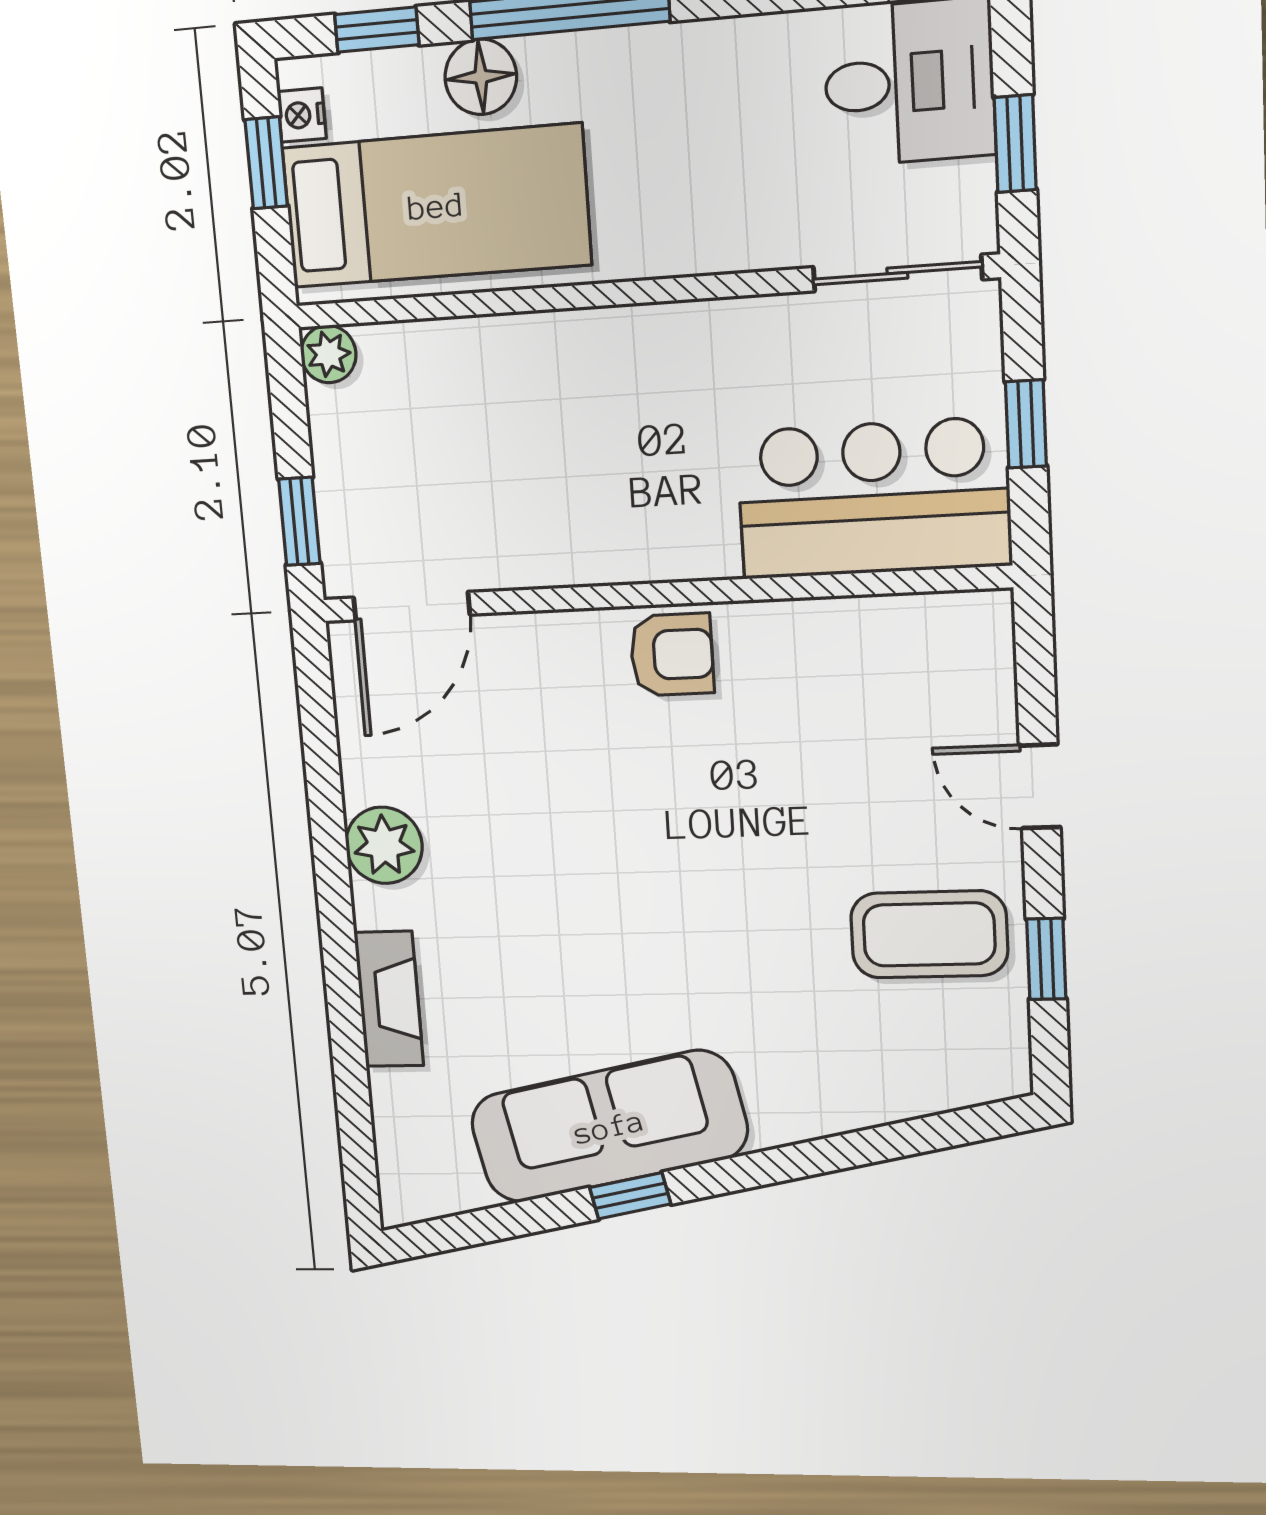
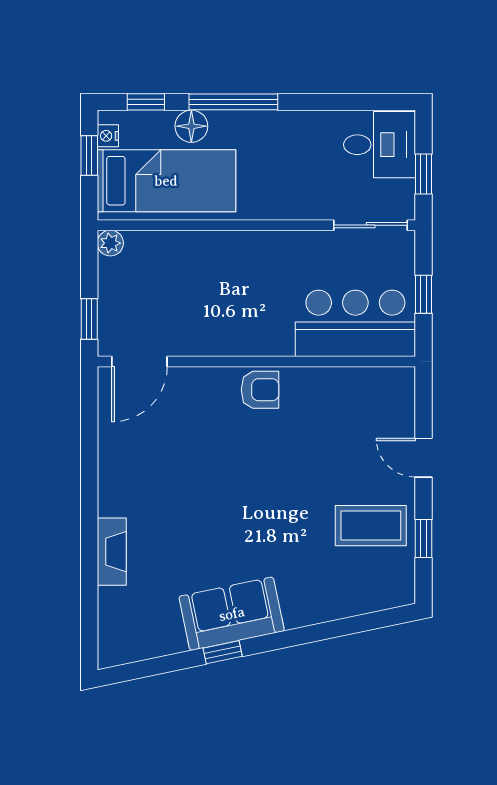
plant: (384, 845) -> (116, 475), removed
sofa: (609, 1127) -> (232, 614), width x0.73

